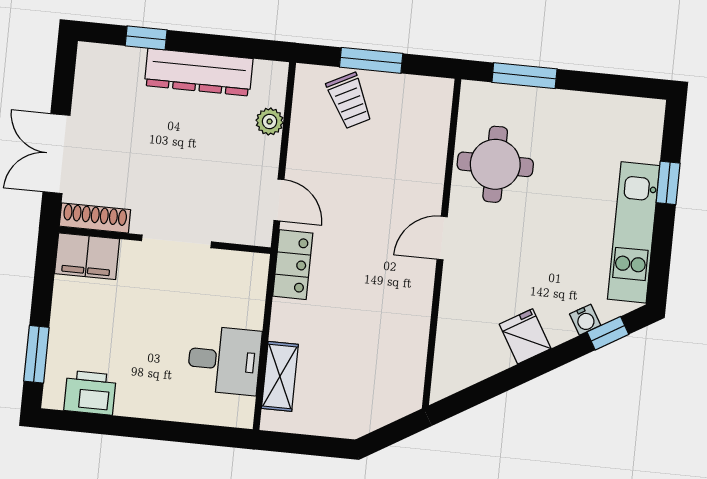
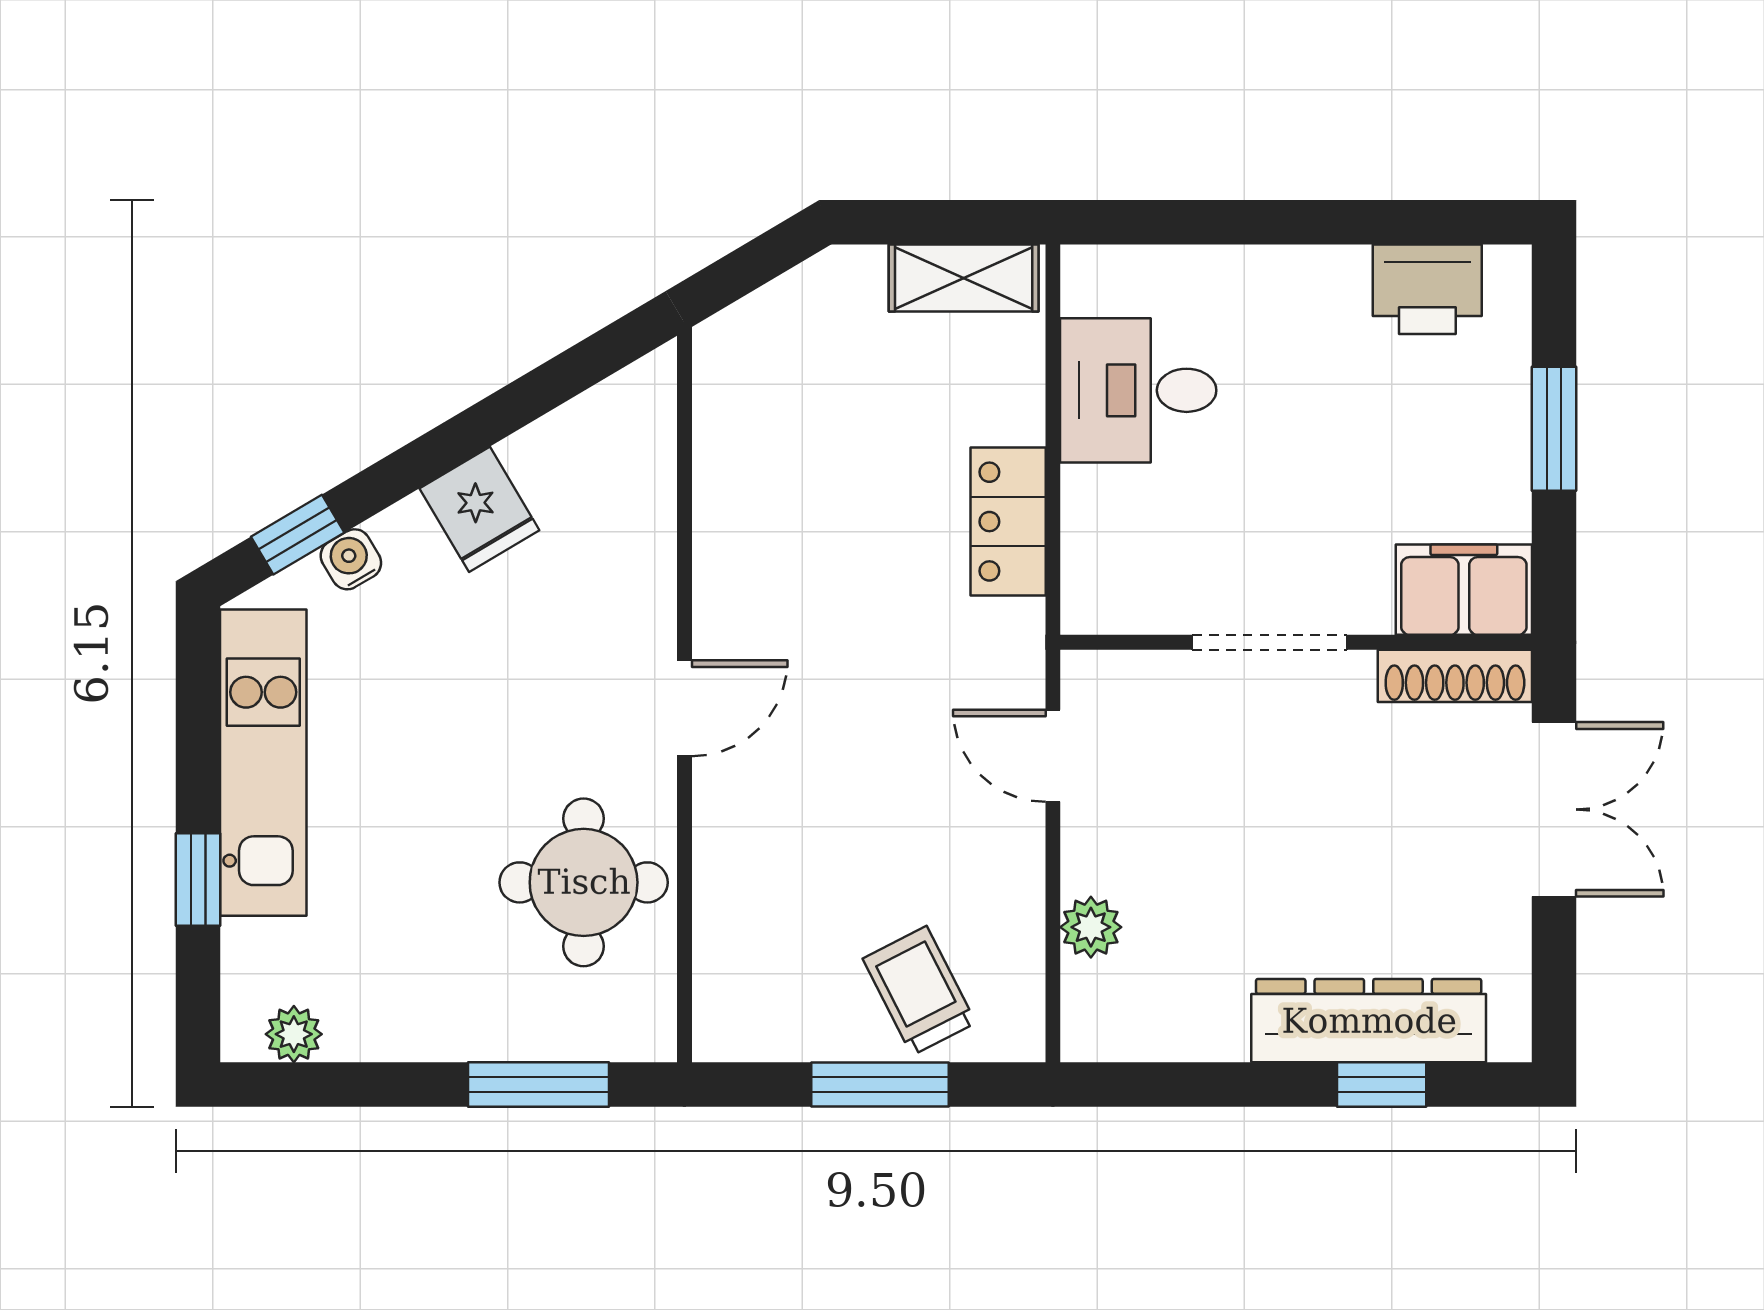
dresser: (199, 72) -> (1369, 1021), moved
plant: (632, 109) -> (294, 1034), added
locker: (293, 265) -> (1008, 522), moved
window: (36, 354) -> (1554, 429), moved
shelving: (280, 376) -> (964, 278), moved, turned 90

